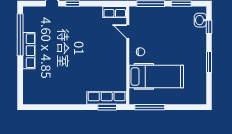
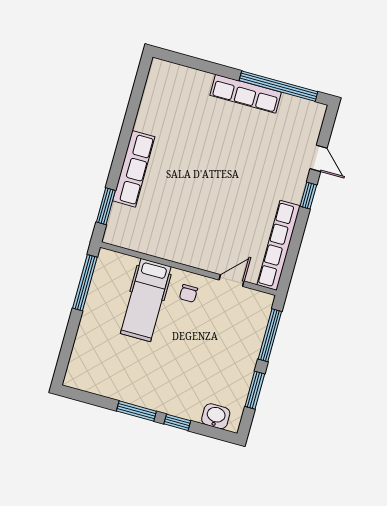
row of seats: (115, 12) -> (279, 245), width x2.02
window: (209, 27) -> (177, 422), moved
hospital bed: (156, 76) -> (146, 300), width x0.73, depth x0.78
row of seats: (107, 98) -> (134, 169), moved

